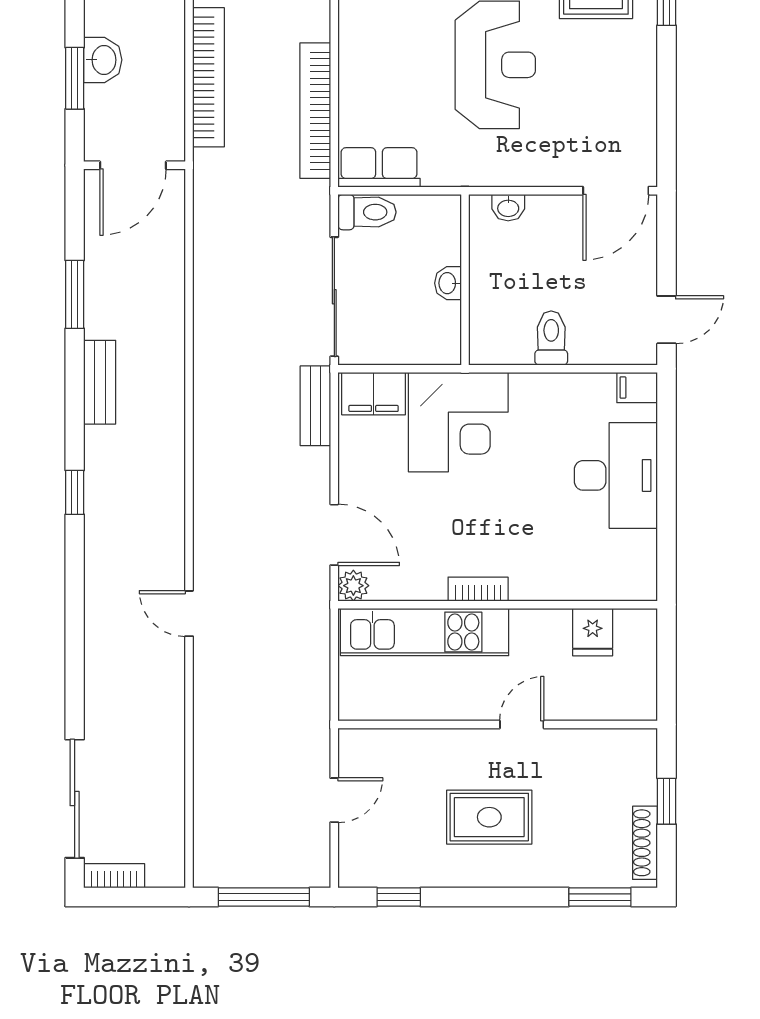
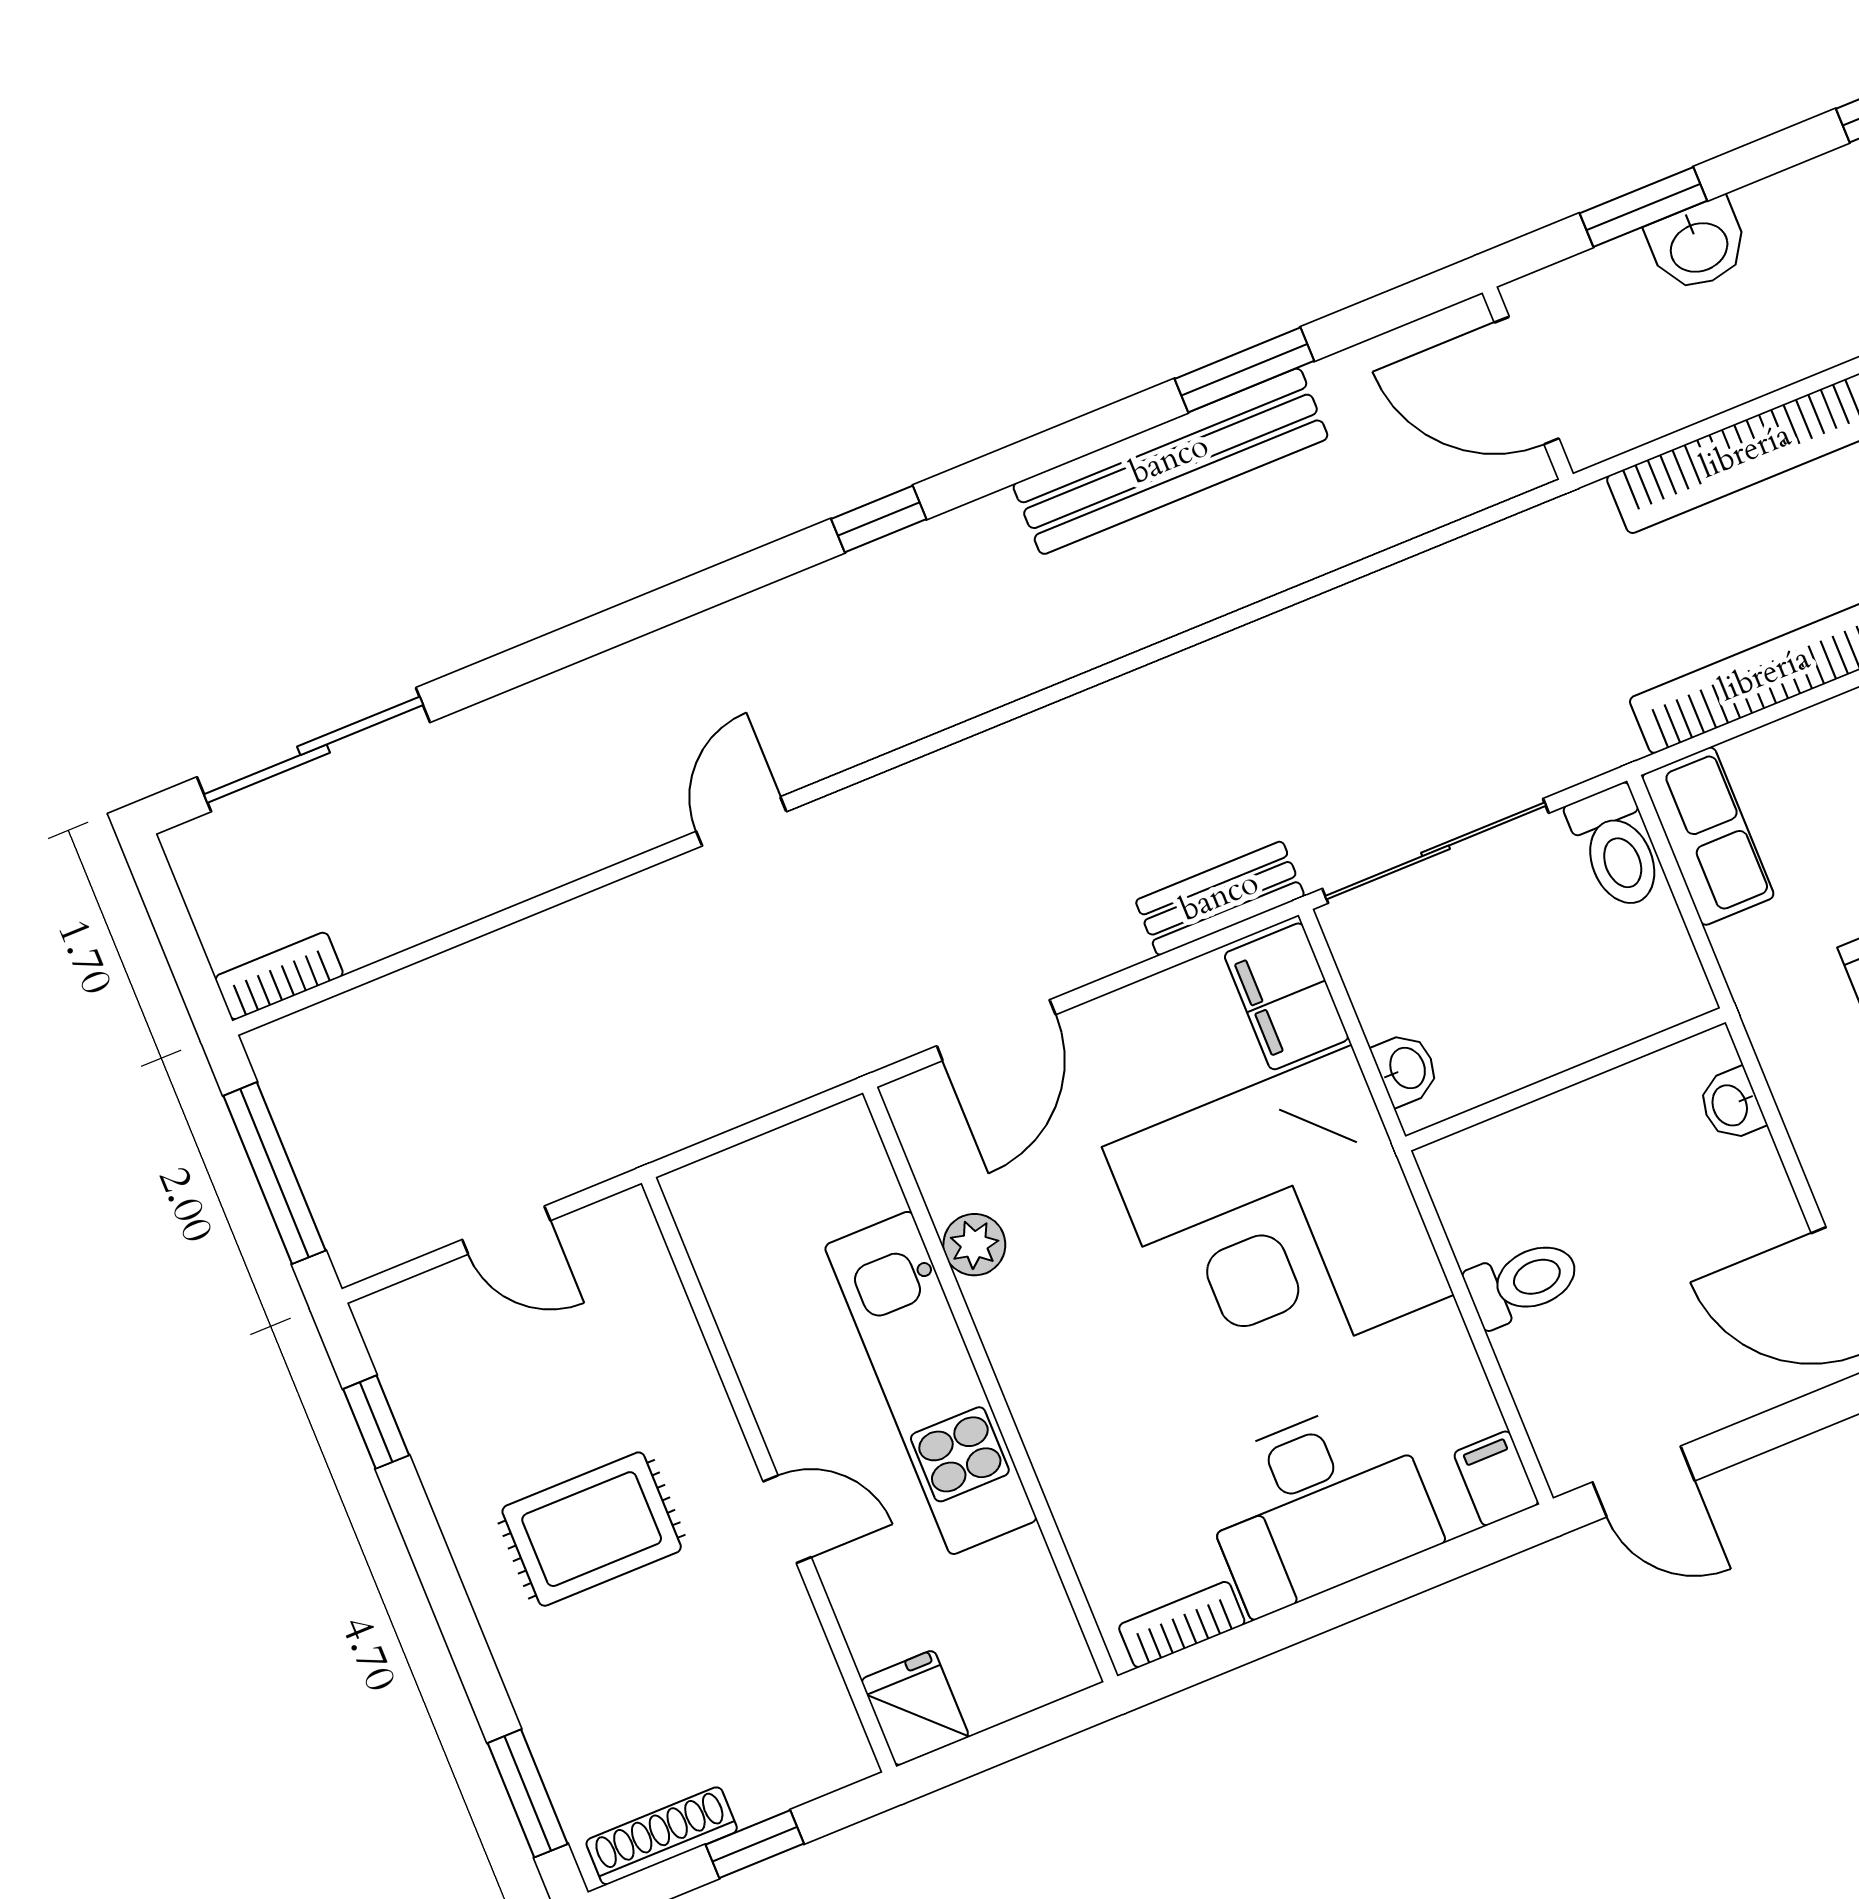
washbasin: (448, 283) -> (1406, 1069), moved, turned 90
bench: (100, 382) -> (1170, 461), width x1.86, depth x1.21
corner desk: (458, 422) -> (1278, 1221), width x1.36, depth x1.36
plant: (353, 586) -> (974, 1245), moved
bookcase: (478, 589) -> (1182, 1625), moved, turned -90
kitchen unit: (425, 632) -> (931, 1383), moved
fridge: (593, 632) -> (915, 1708), moved, turned 90
rug: (489, 817) -> (592, 1529), turned 90
bookcase: (114, 876) -> (279, 976), moved, turned -90

